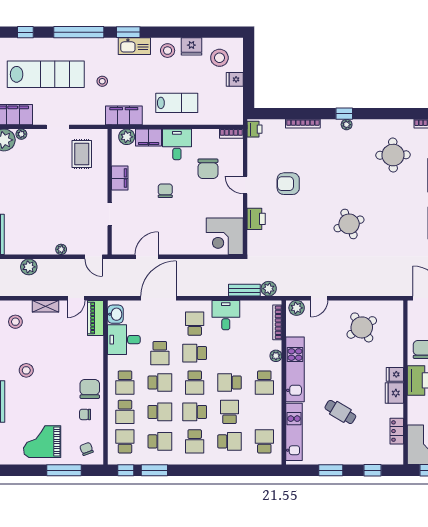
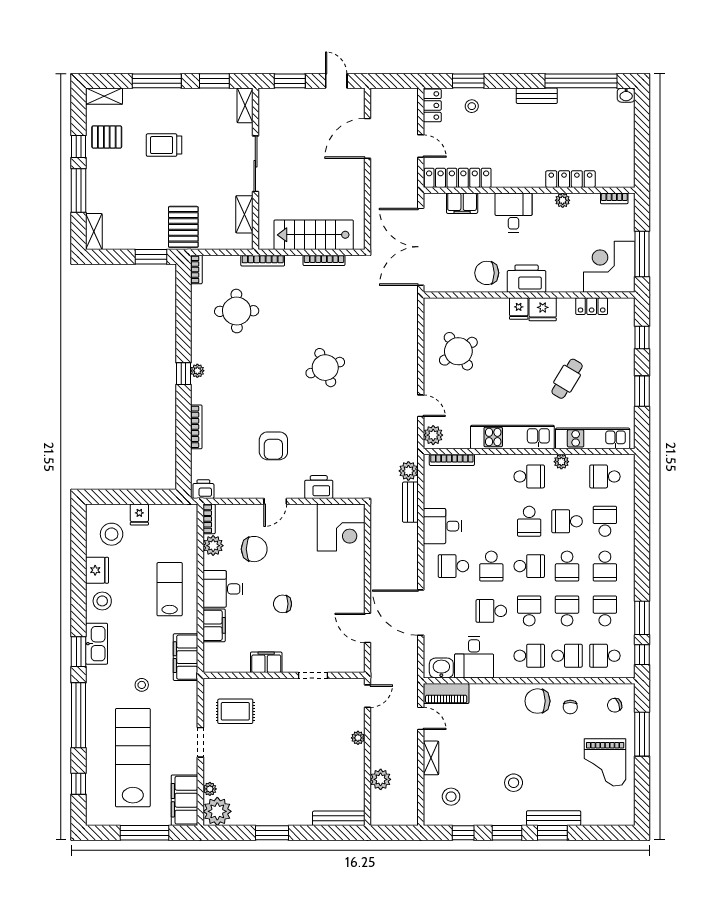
plant: (127, 137) -> (213, 546), moved
school desk: (160, 353) -> (491, 611), turned 180
plant: (276, 356) -> (561, 462), moved
school desk: (195, 441) -> (605, 566), turned 90

